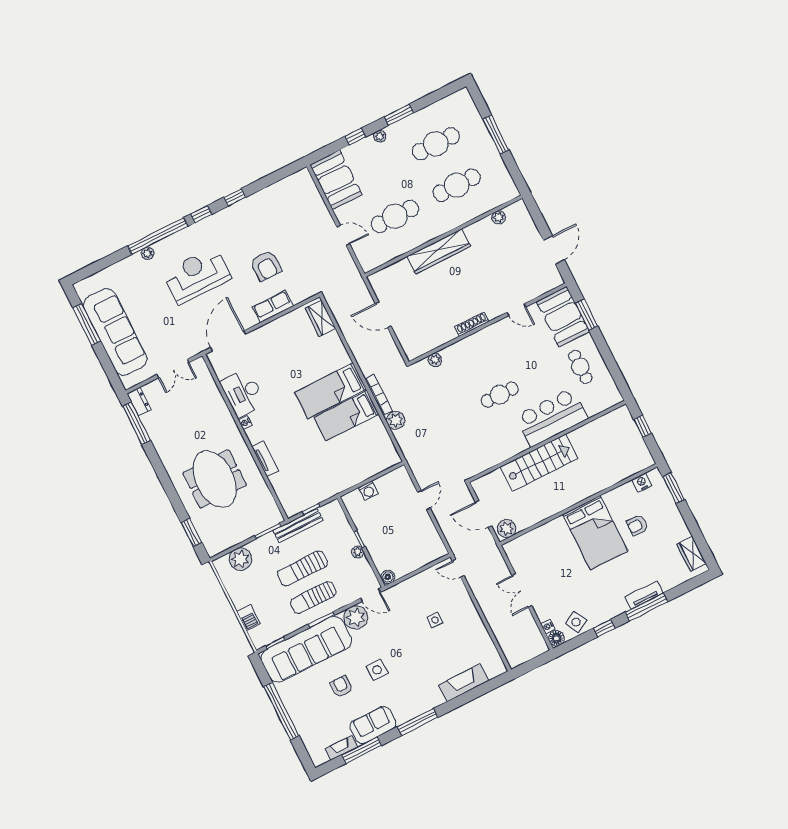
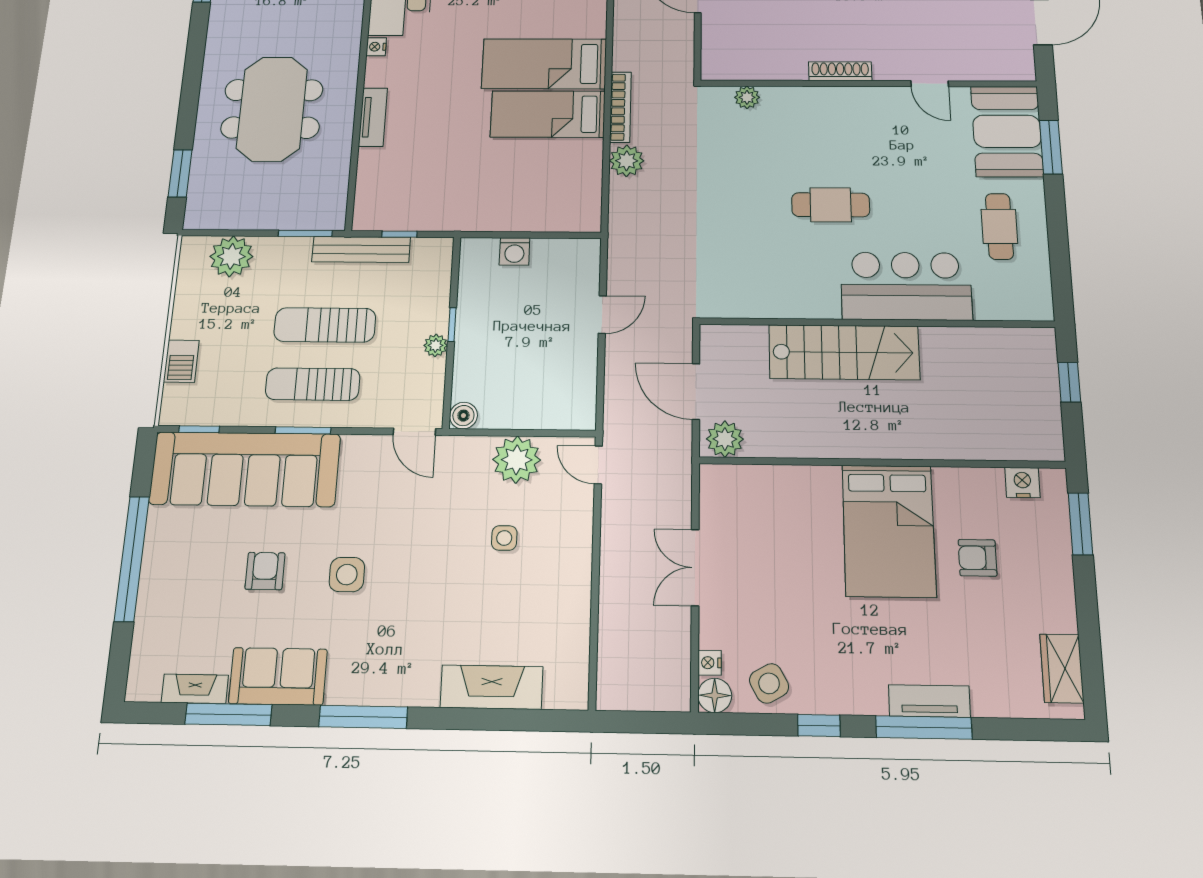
plant: (356, 617) -> (517, 460), moved

